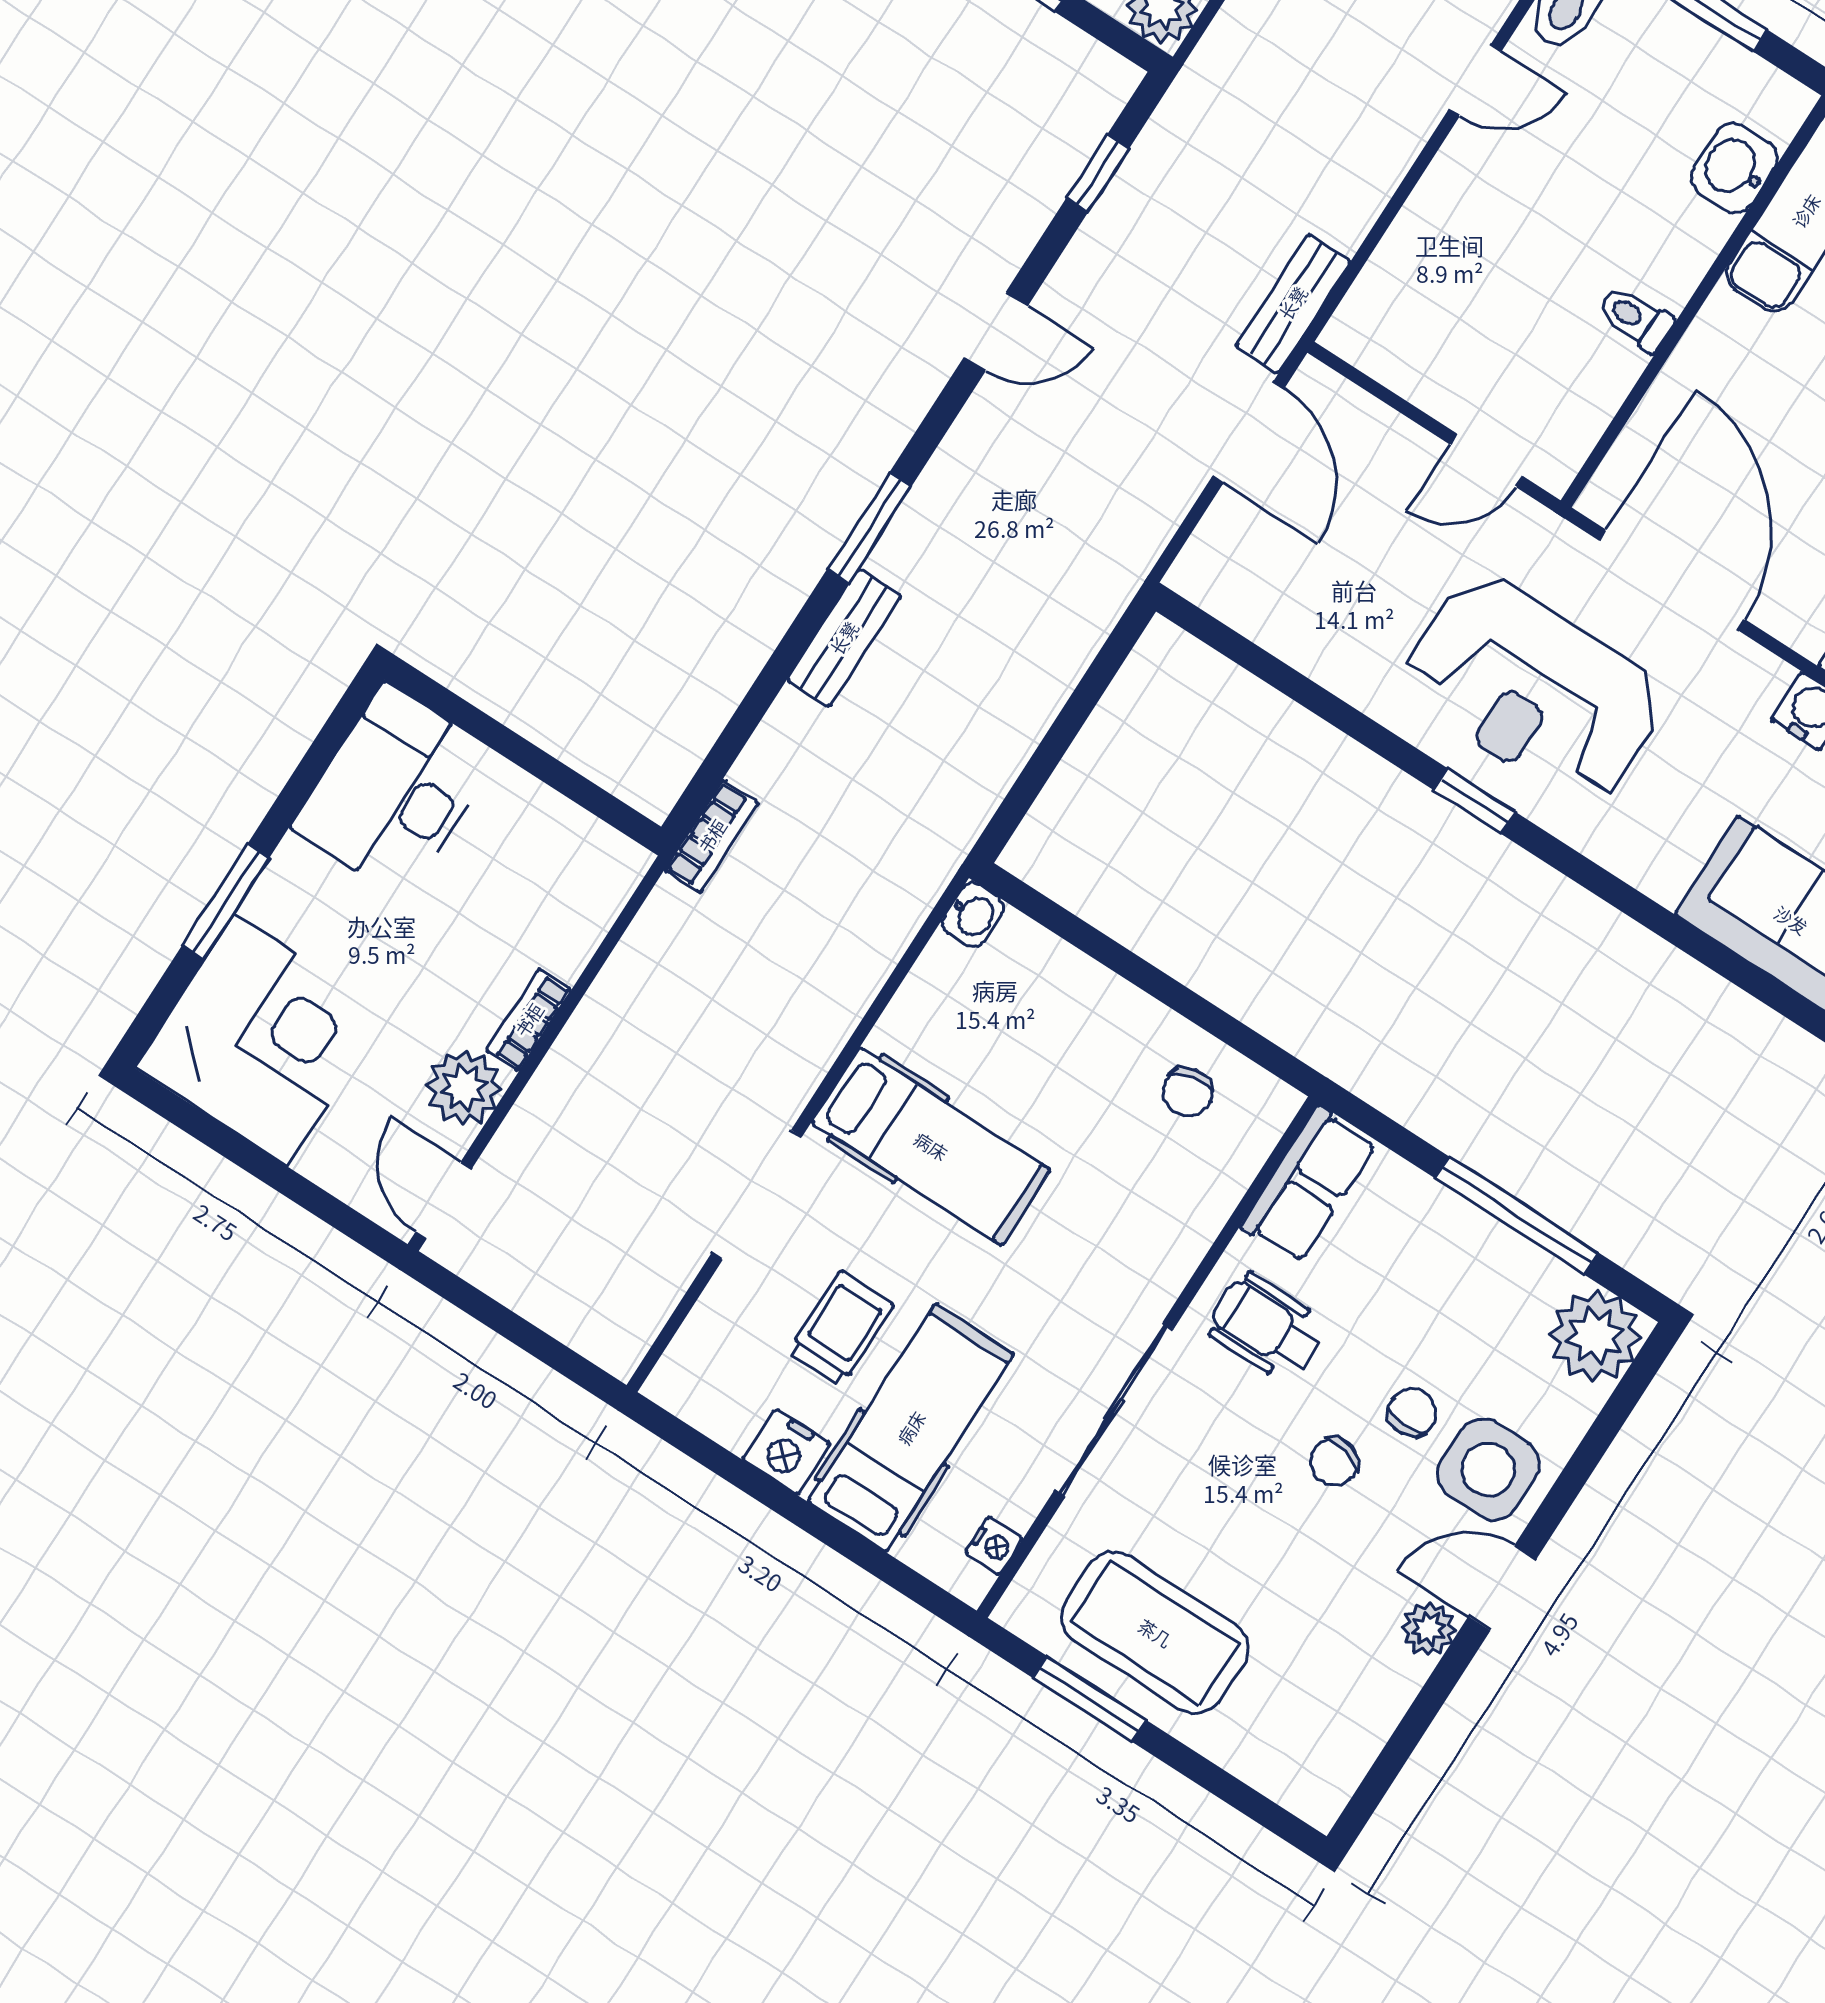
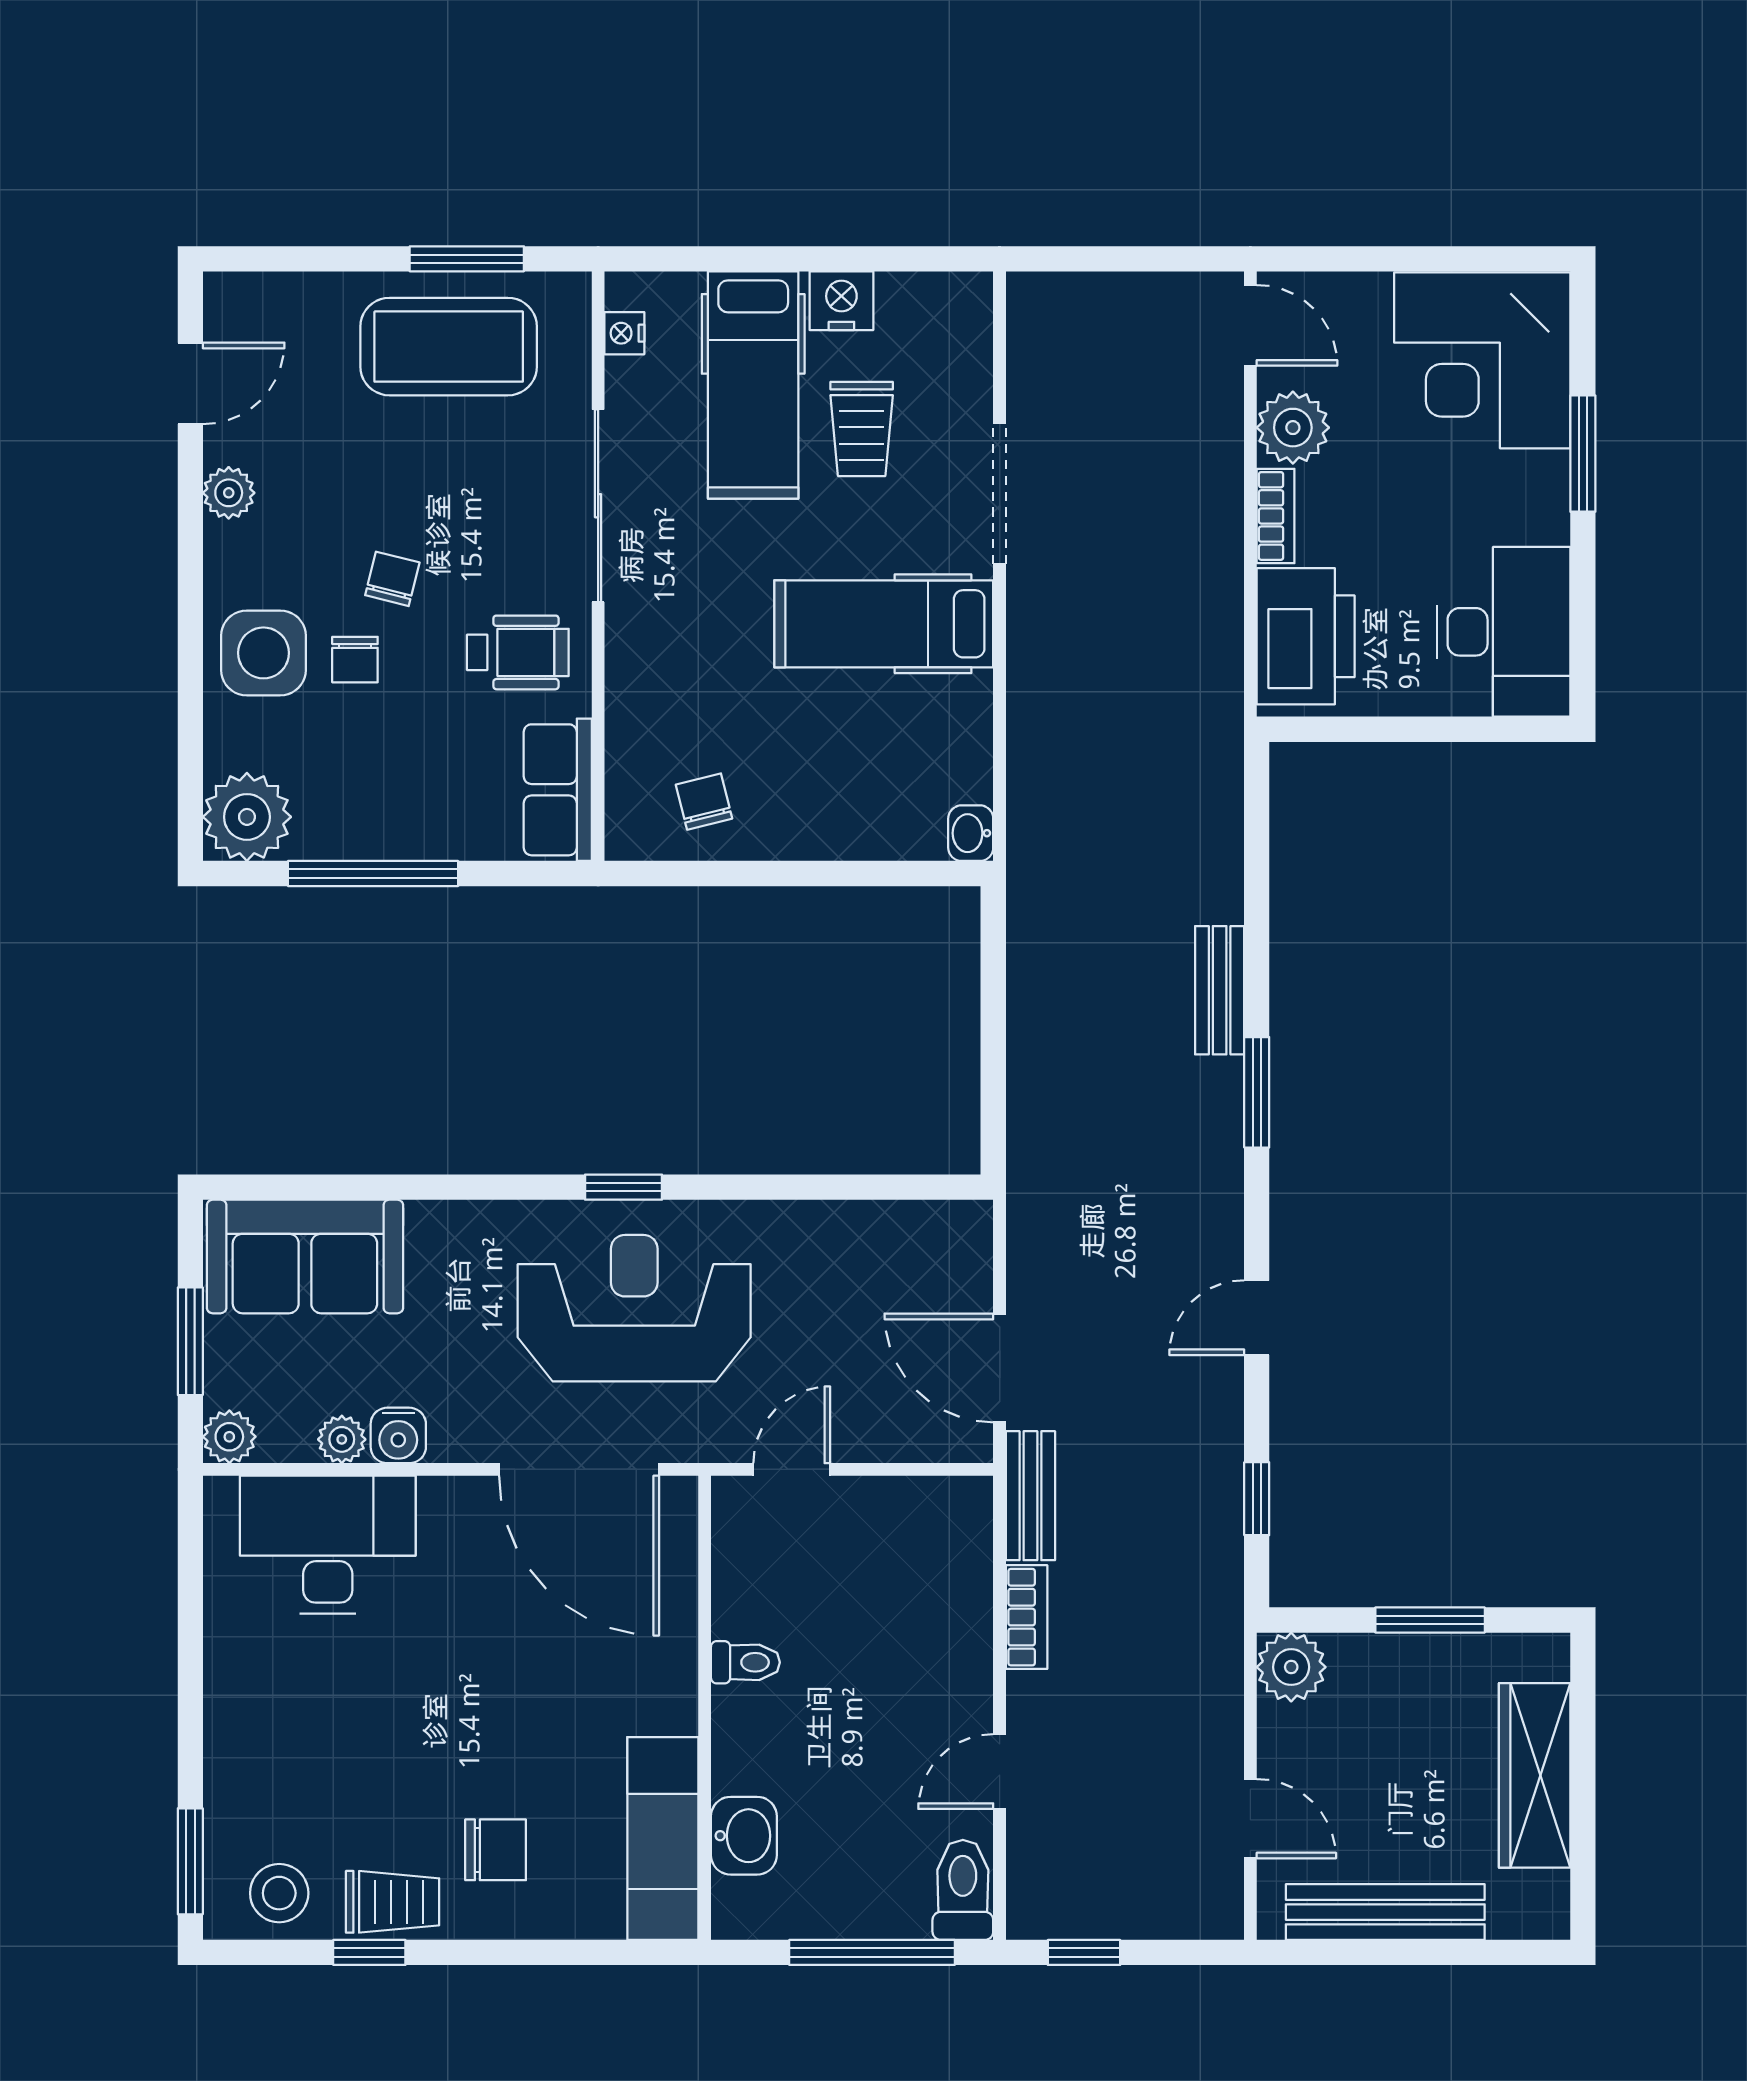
bookcase: (712, 836) -> (1027, 1617), moved, turned 180
printer: (570, 898) -> (1306, 636), added
door: (1502, 1588) -> (190, 383), moved

